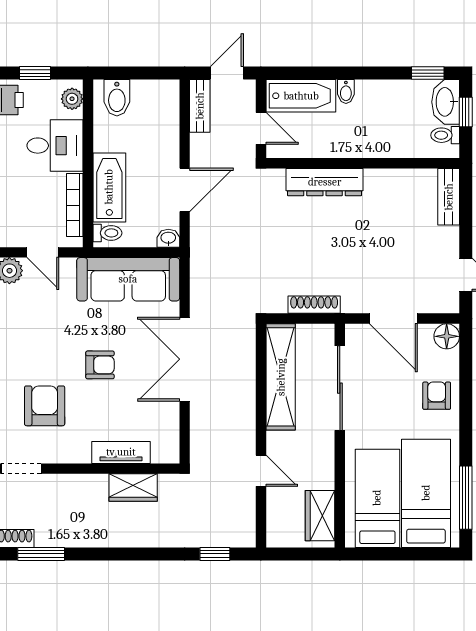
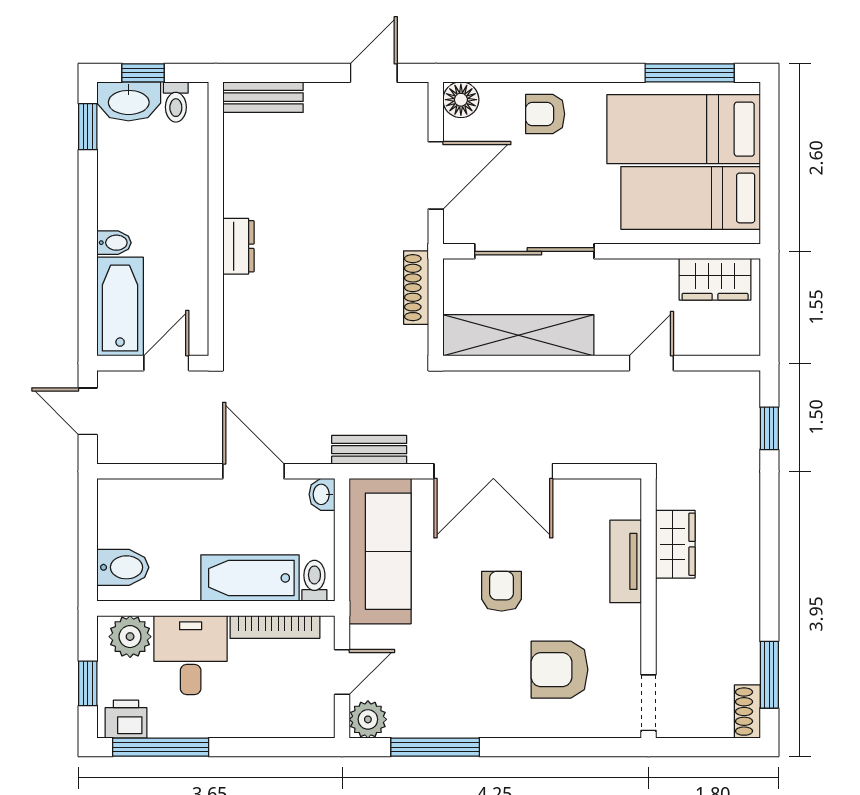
plant: (72, 99) -> (130, 637), width x1.38, depth x1.38
bench: (200, 106) -> (369, 450), moved
dresser: (325, 182) -> (239, 246), width x0.51, depth x0.80

